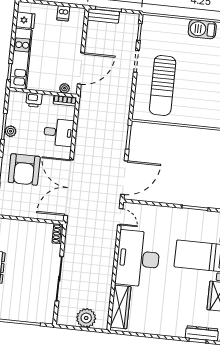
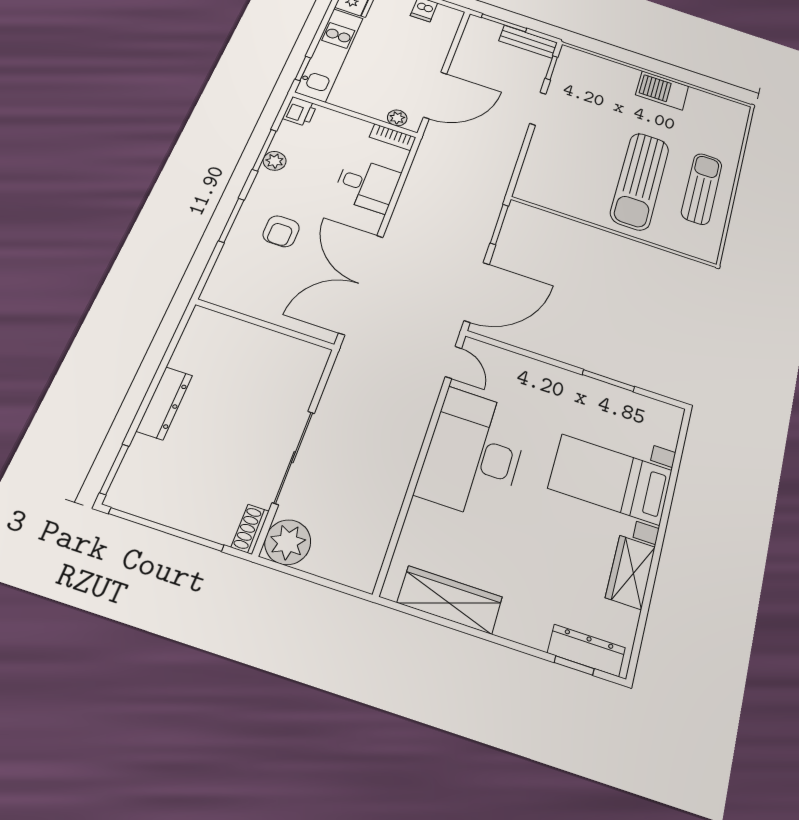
bench: (103, 16) -> (528, 42), moved
sun lounger: (163, 85) -> (640, 181), moved
printer: (34, 100) -> (300, 112), moved, turned -90
armchair: (24, 169) -> (281, 231), width x0.53, depth x0.53
shoe rack: (58, 234) -> (250, 529), moved
wardrobe: (121, 307) -> (450, 600), moved, turned -90
plant: (86, 318) -> (288, 542), moved

